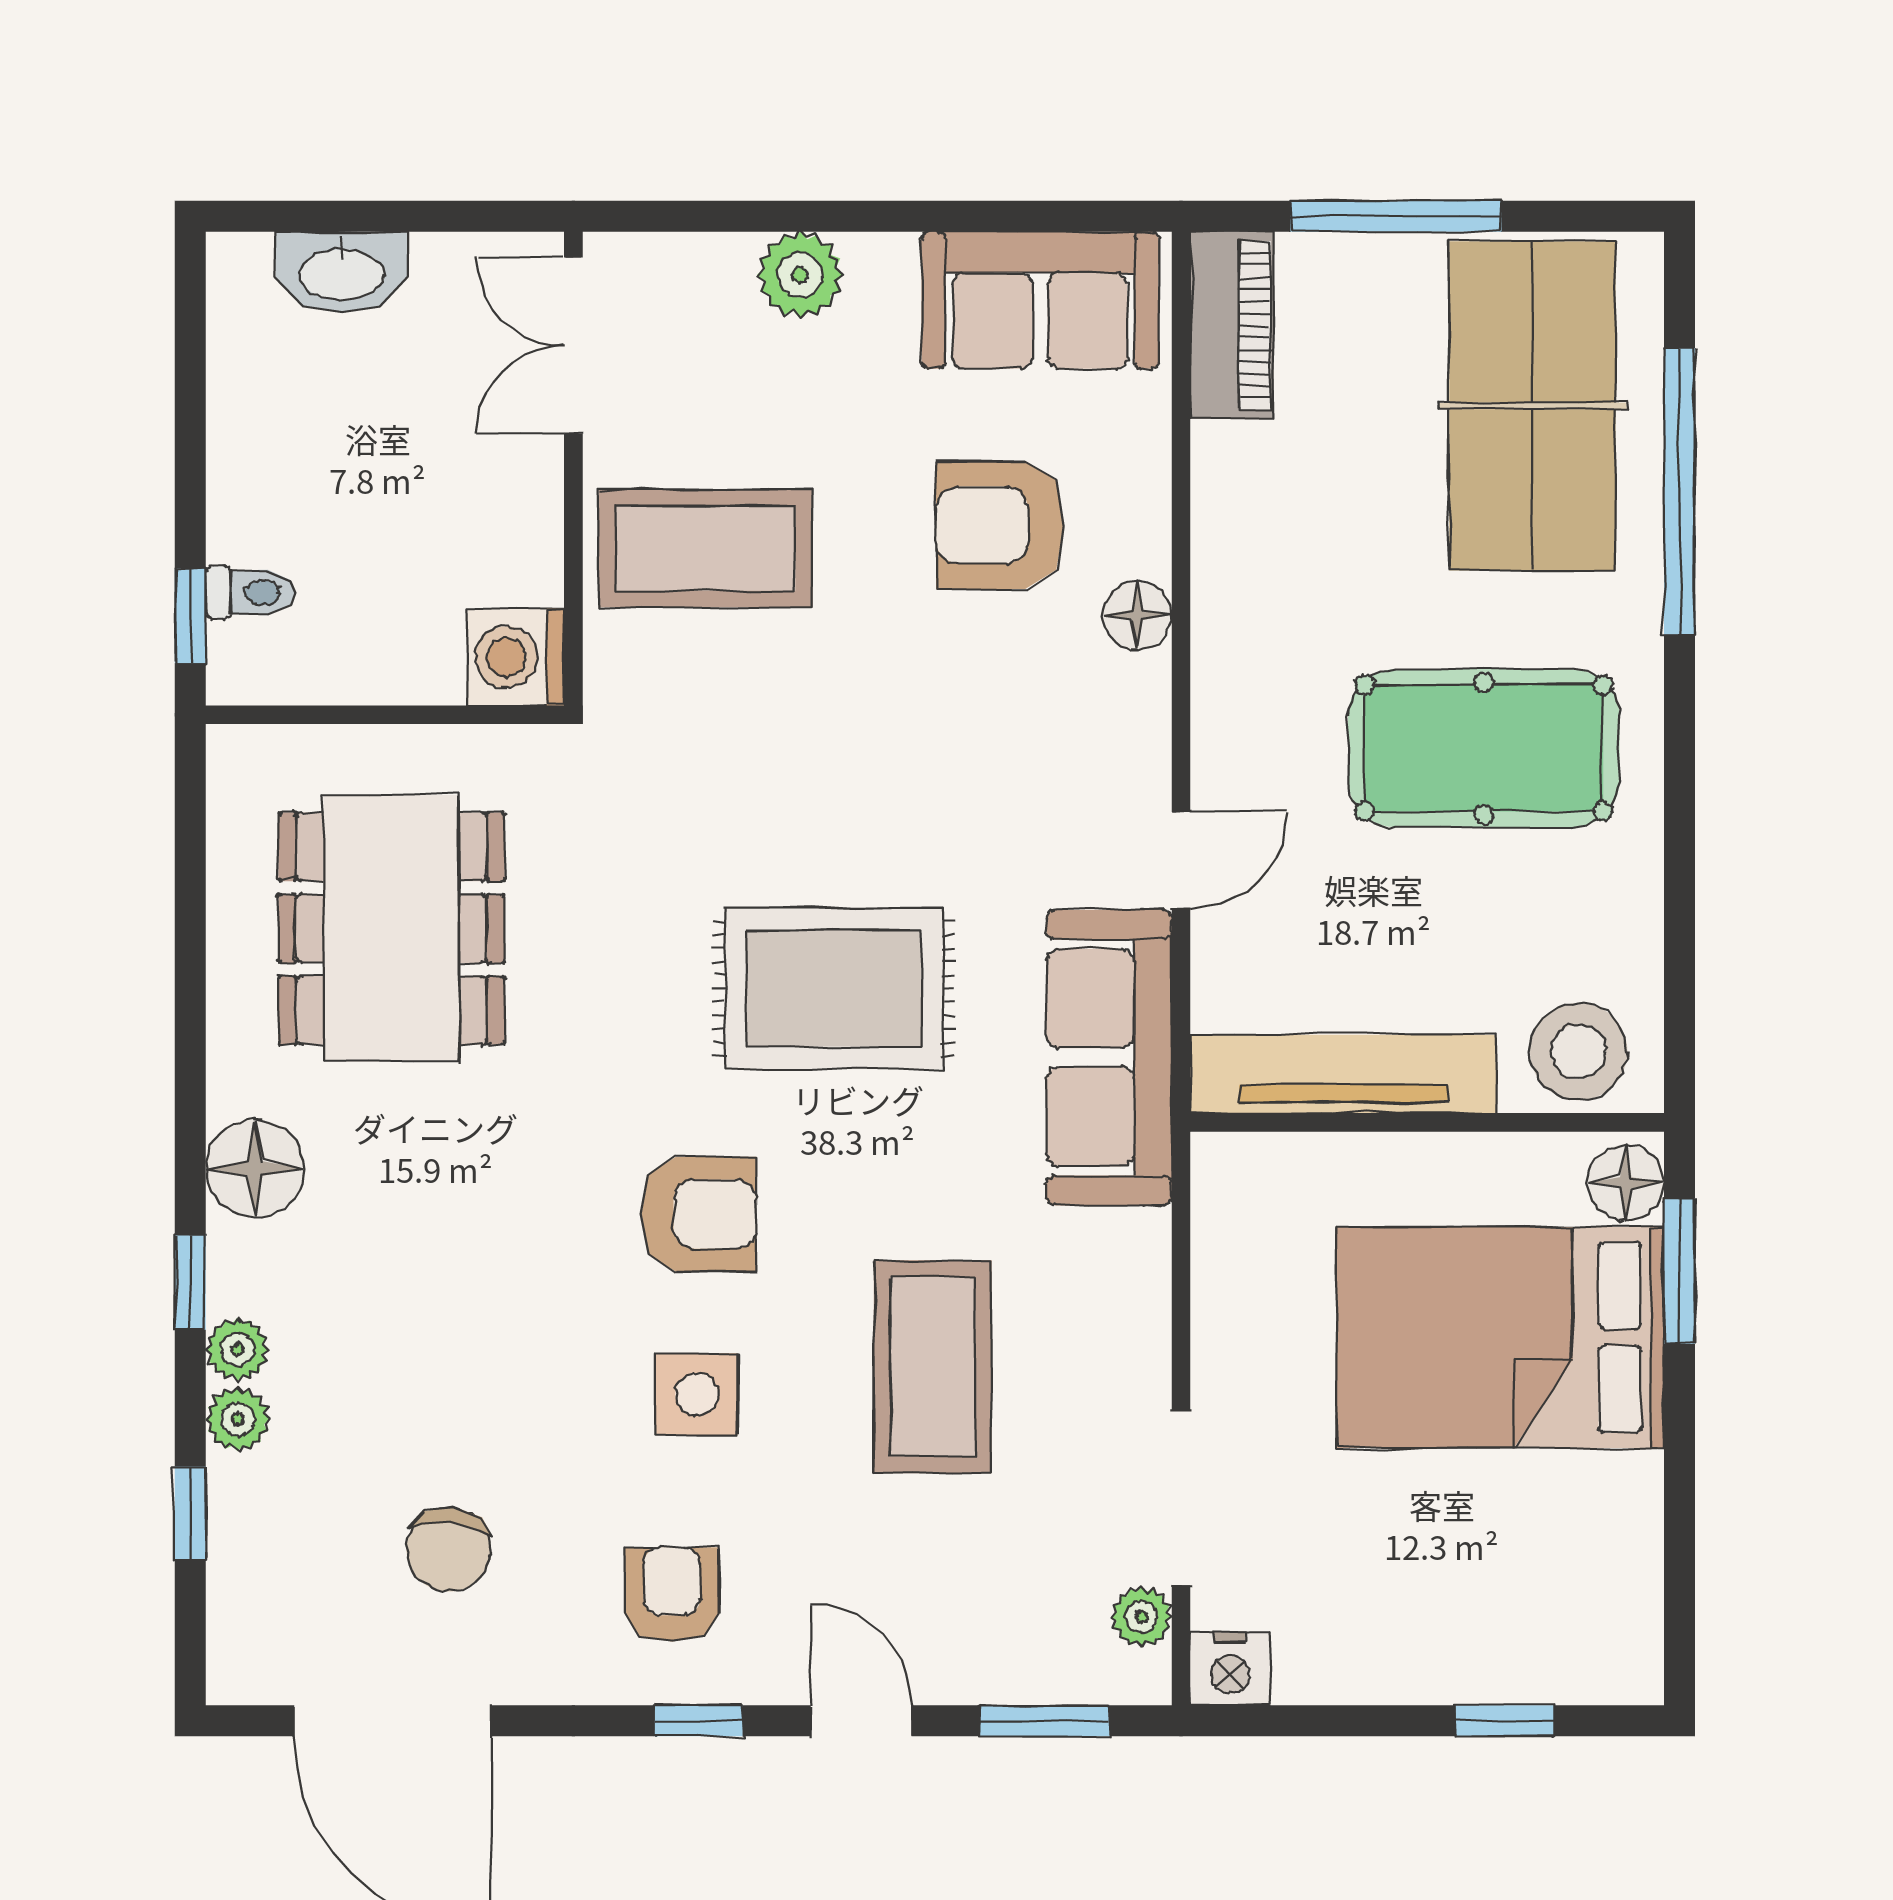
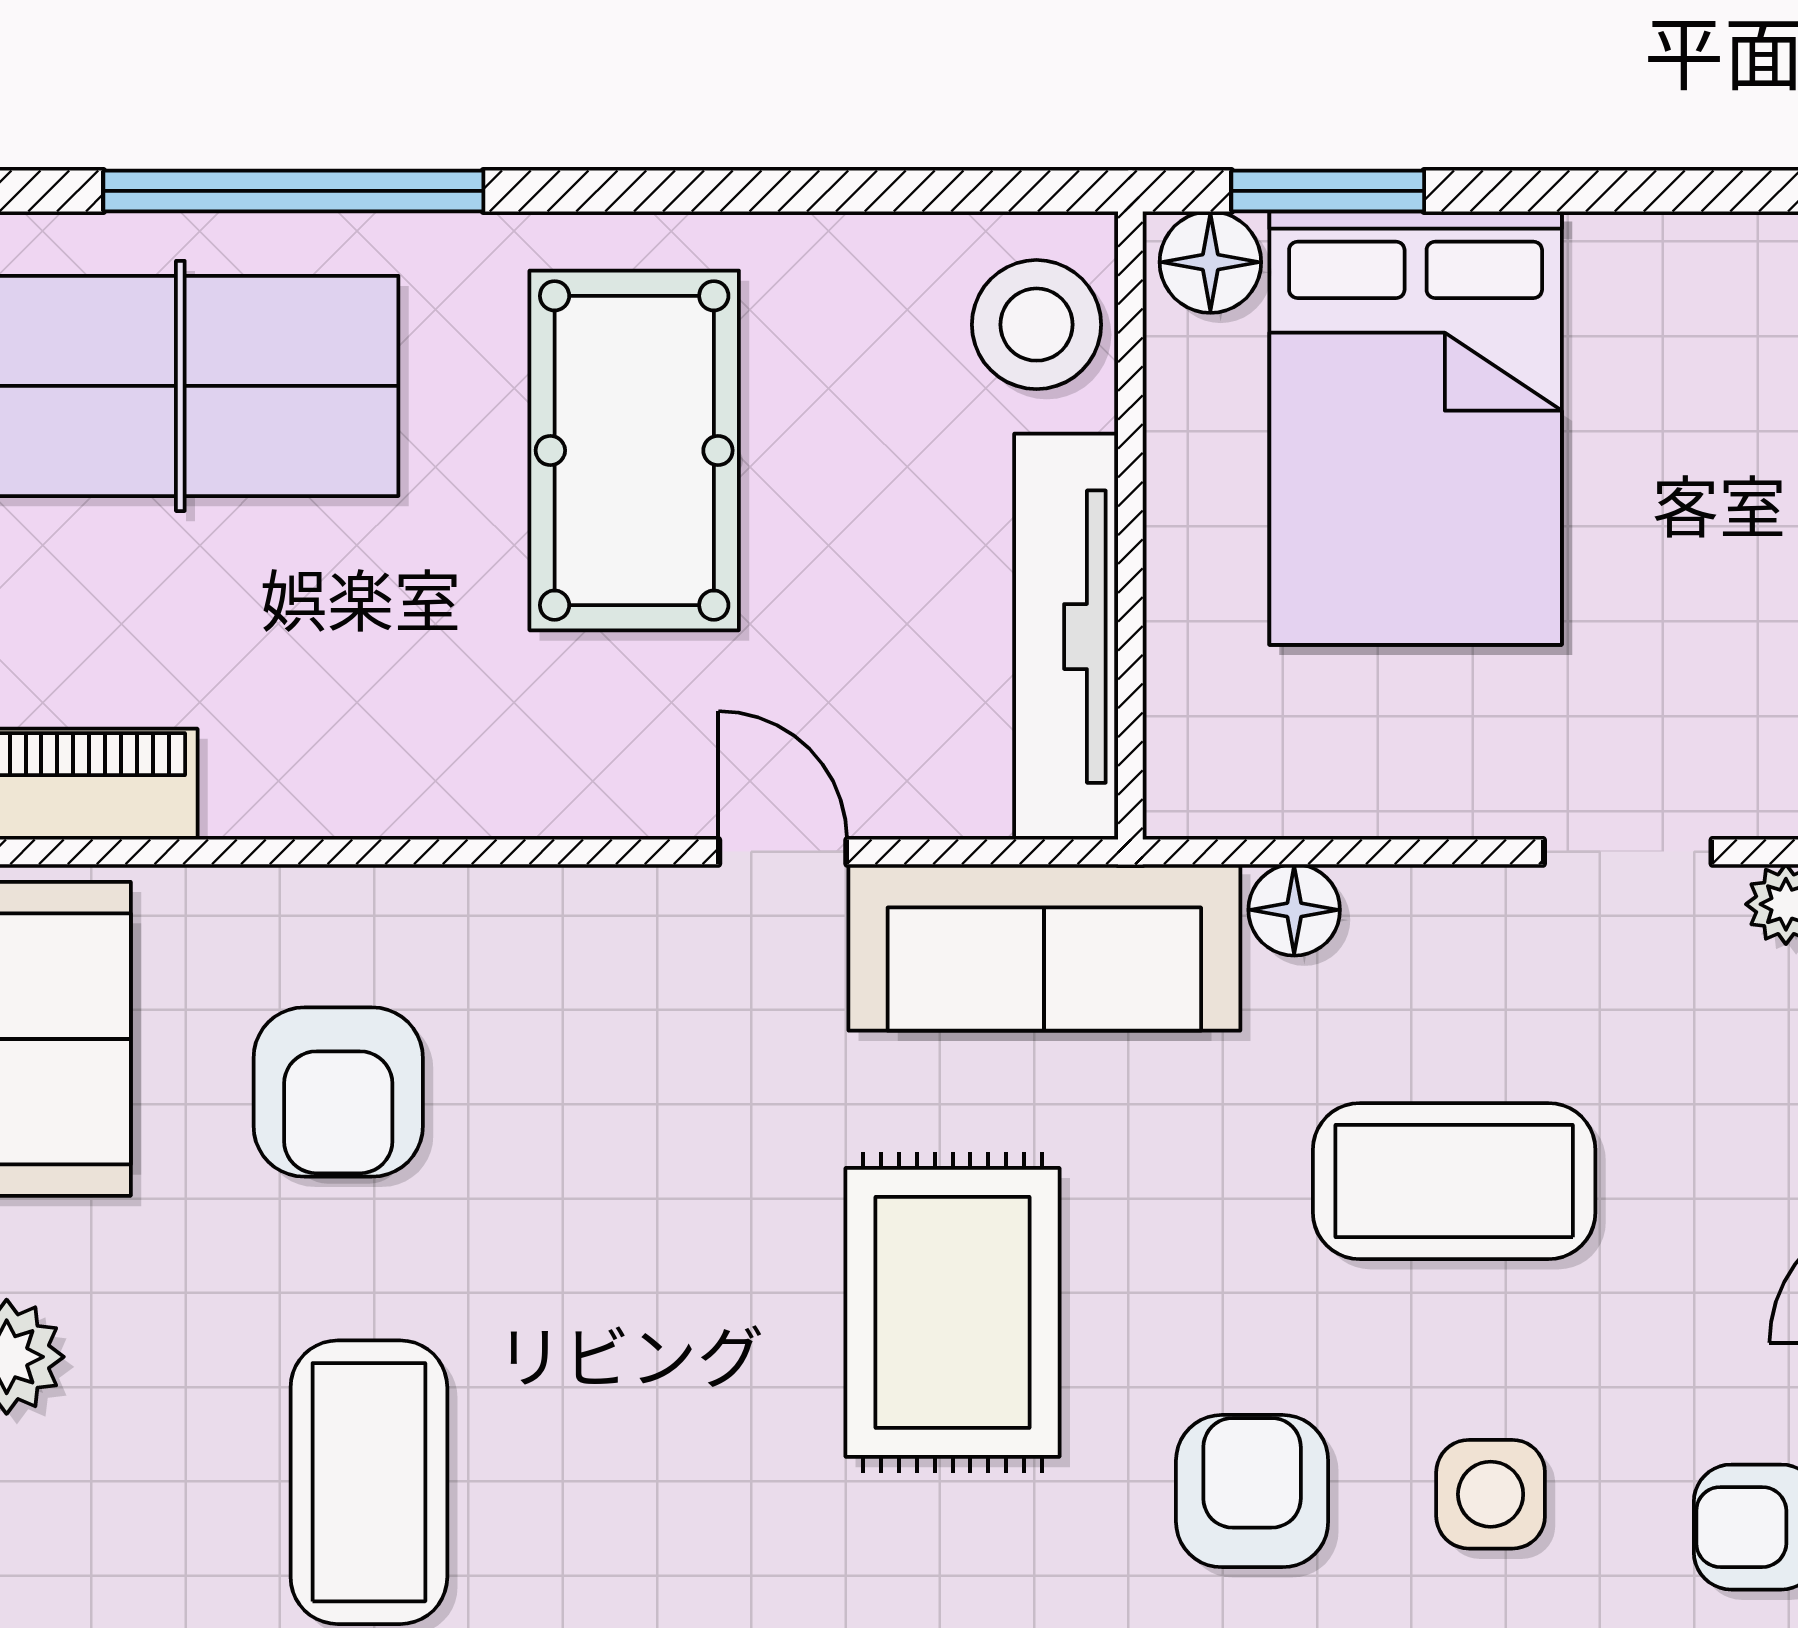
floor lamp: (1137, 615) -> (1294, 910), moved
doorway: (1181, 1498) -> (1628, 852), width x0.73

